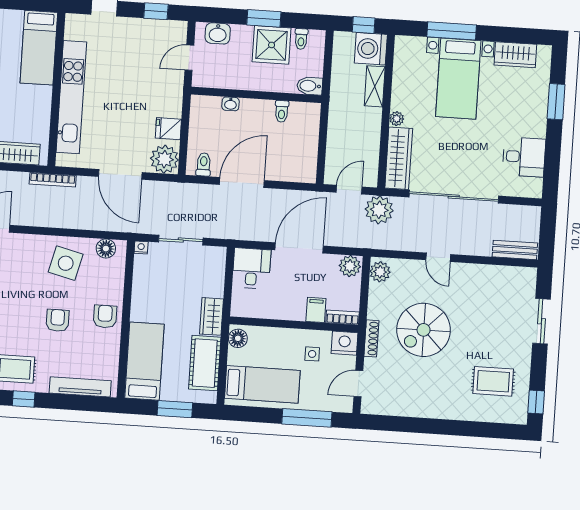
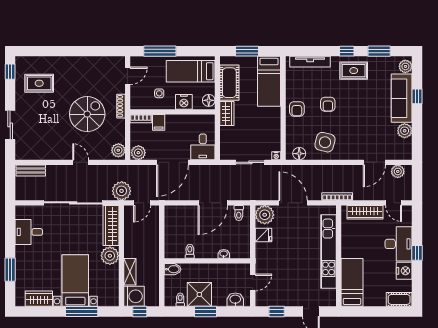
plant: (397, 119) -> (110, 256), width x1.87, depth x1.87
nightstand: (344, 343) -> (184, 102), moved

